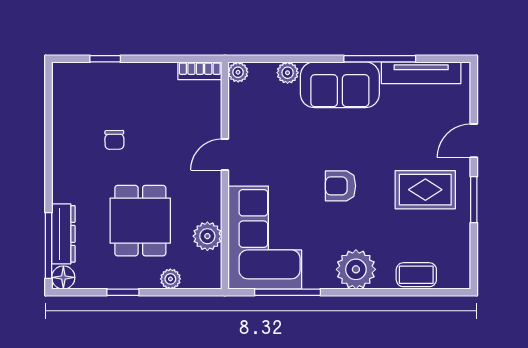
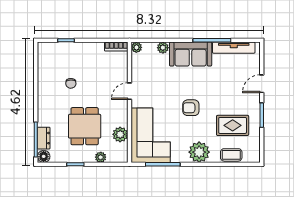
rug: (425, 190) -> (233, 125), moved
dresser: (63, 234) -> (44, 138), width x0.70

